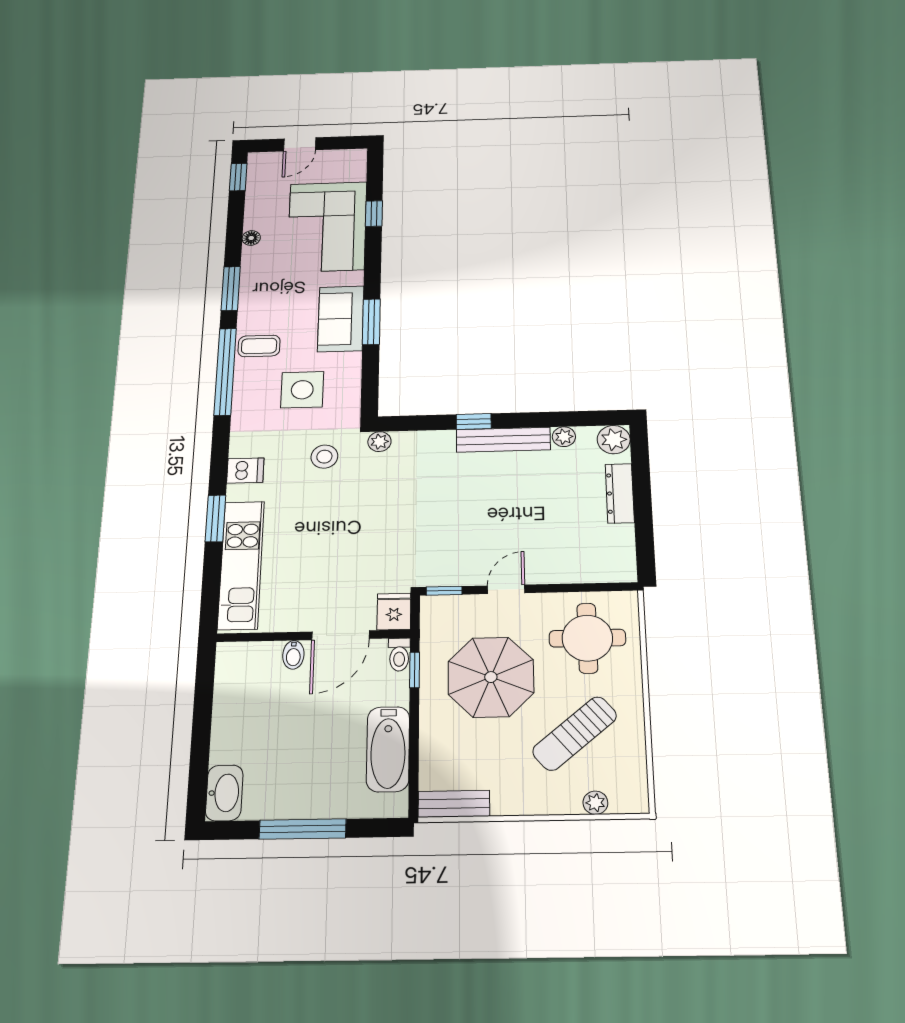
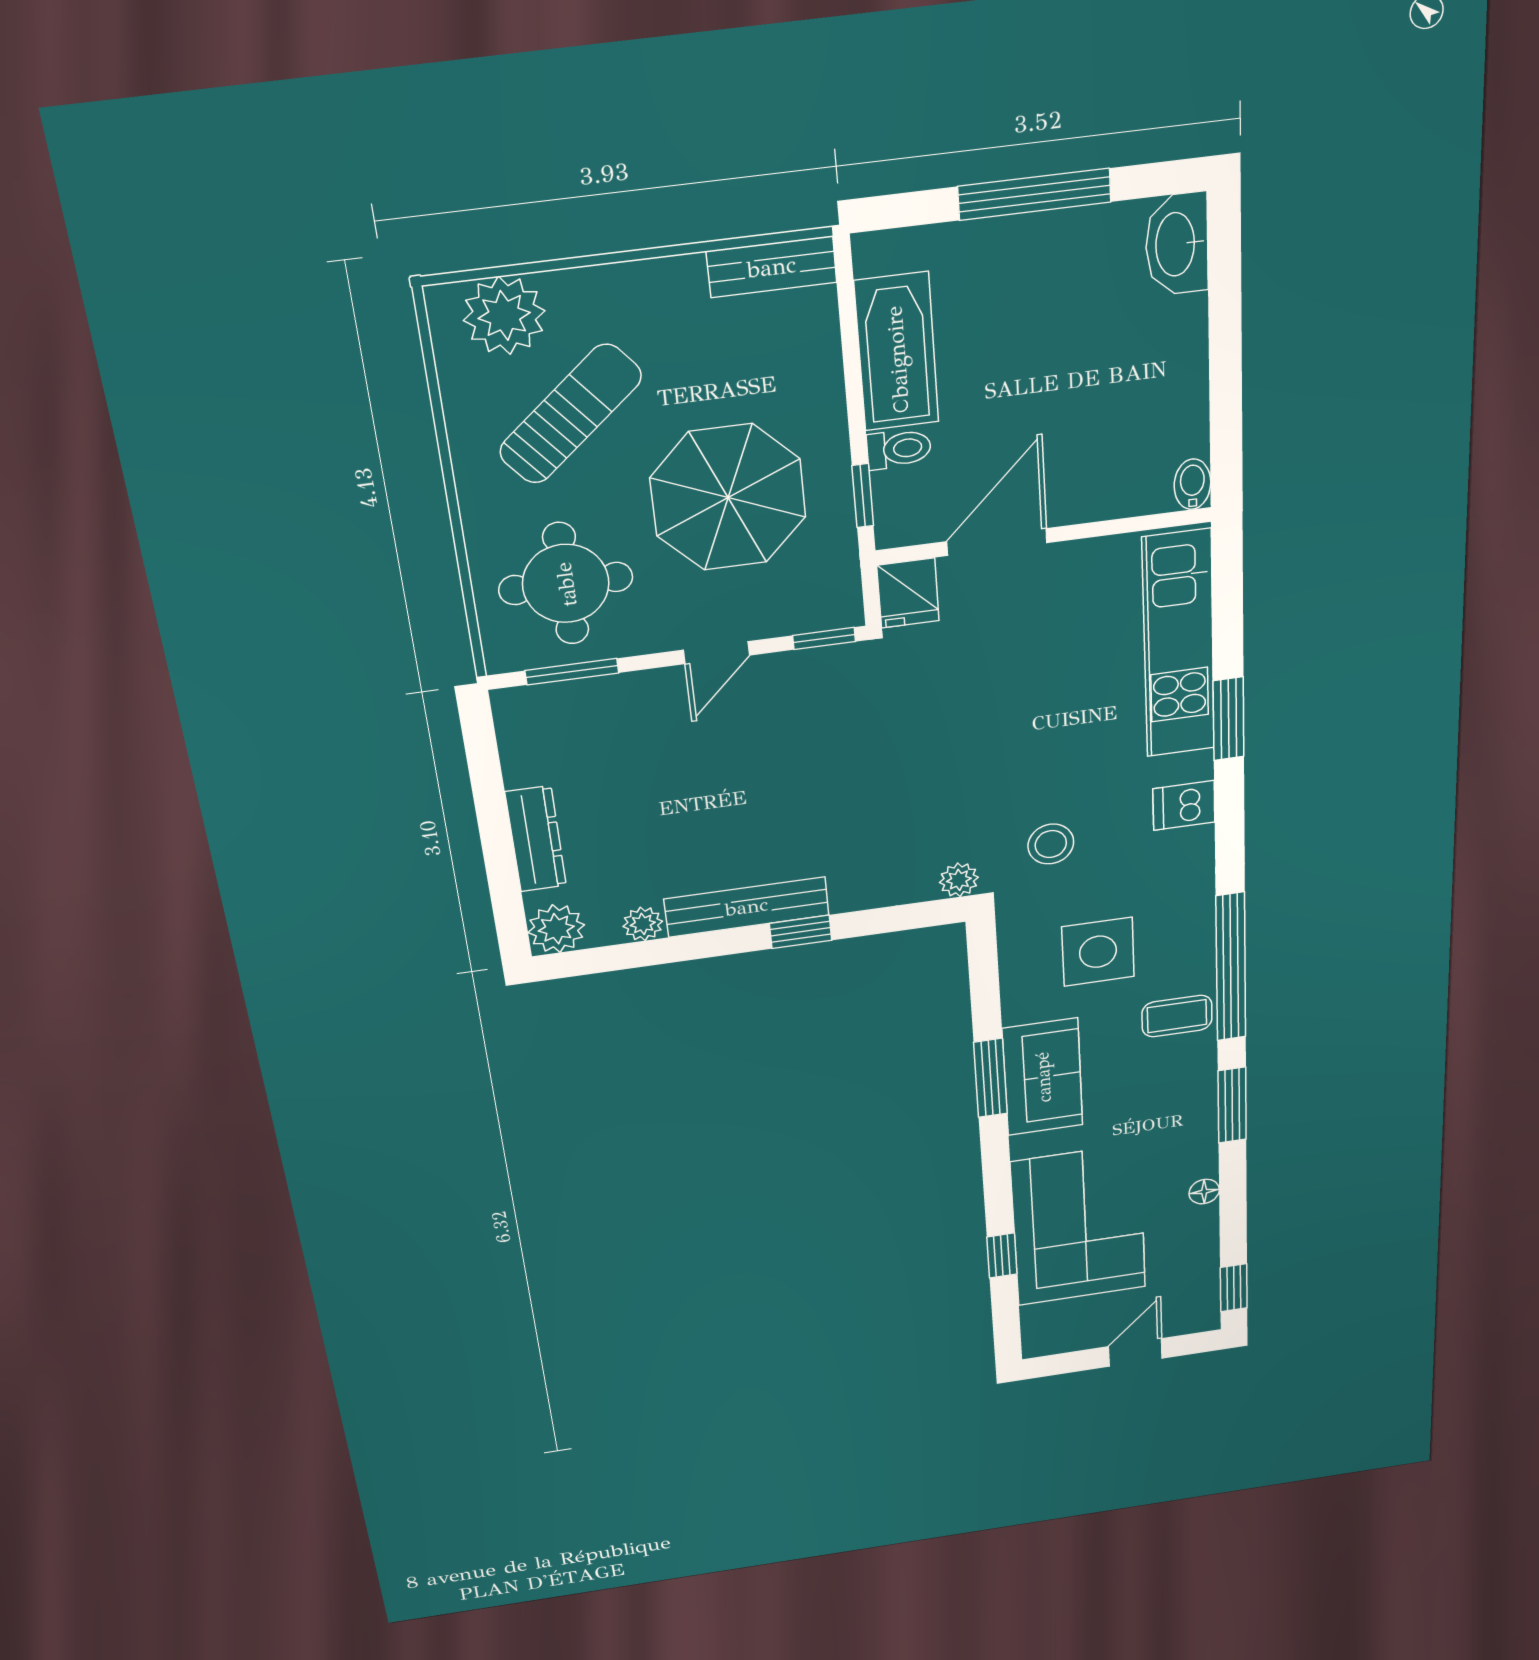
window: (589, 587) -> (572, 672), added
bidet: (293, 655) -> (1192, 484), moved
toilet: (399, 655) -> (899, 449), moved, turned 90
plant: (595, 803) -> (504, 316), width x1.87, depth x1.87

